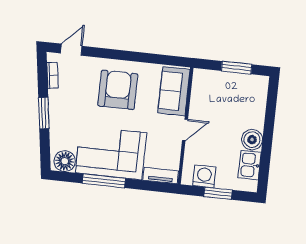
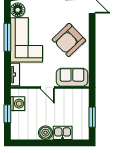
armchair: (118, 90) -> (69, 40), turned 136
kitchen sink: (250, 165) -> (63, 133), moved

